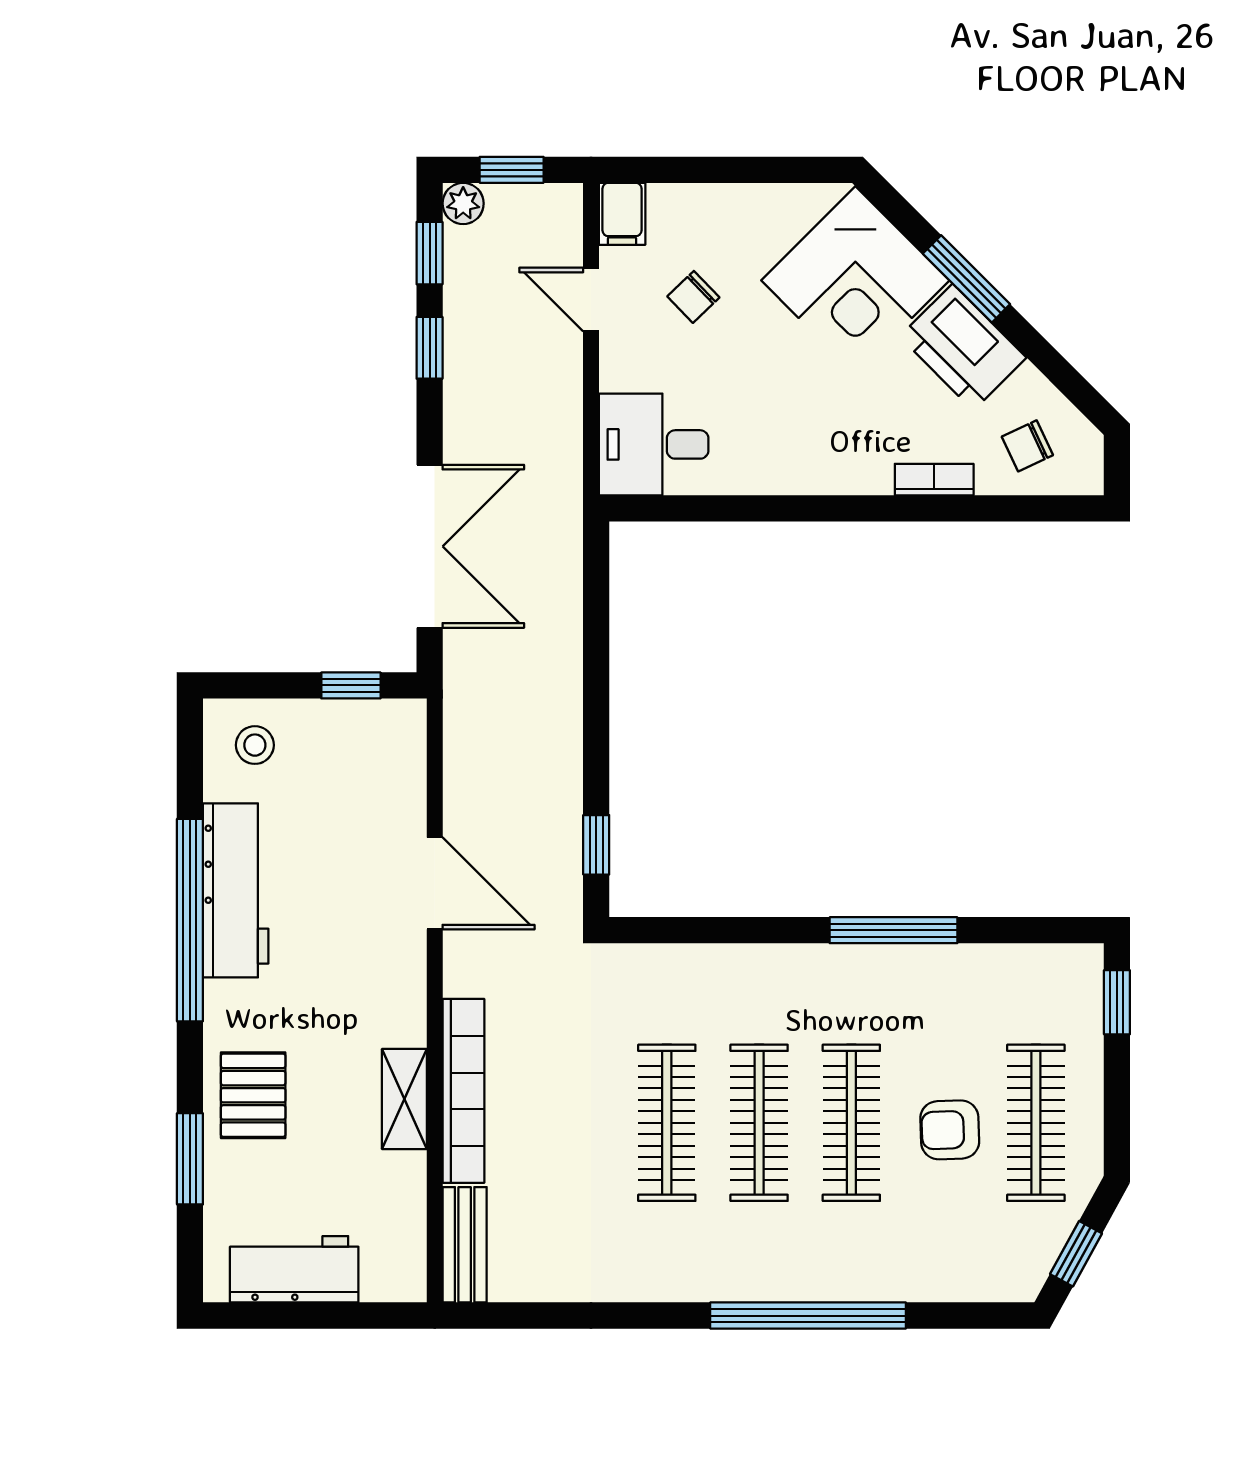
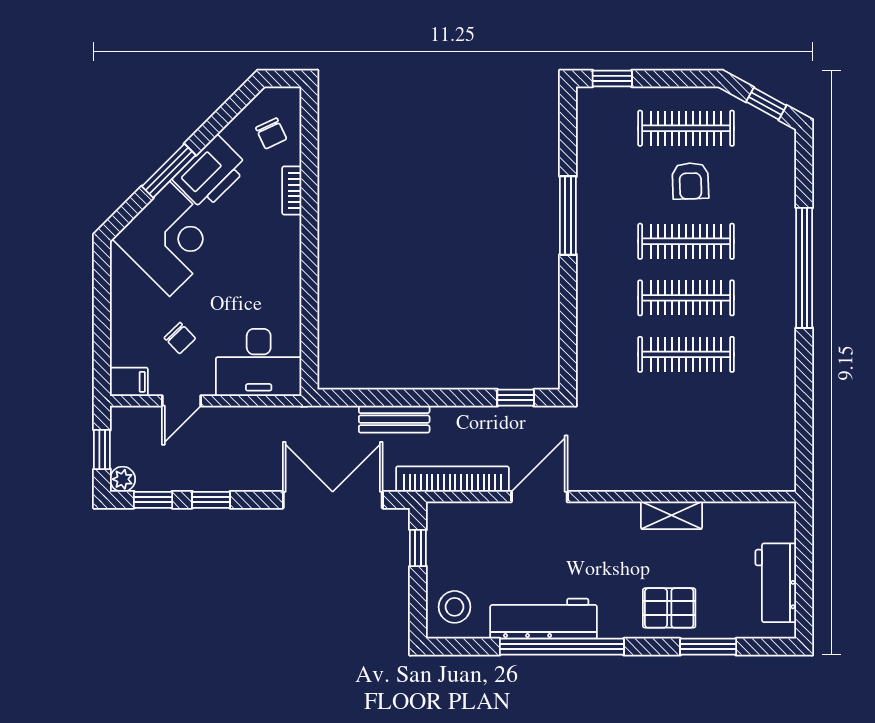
desk: (654, 444) -> (259, 362), width x1.37
stool: (255, 745) -> (455, 607), width x1.37, depth x1.37
bookcase: (463, 1091) -> (452, 479), moved
bench: (465, 1245) -> (394, 419), moved

